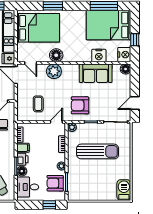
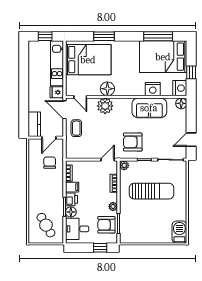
coffee table: (38, 104) -> (76, 128), moved

